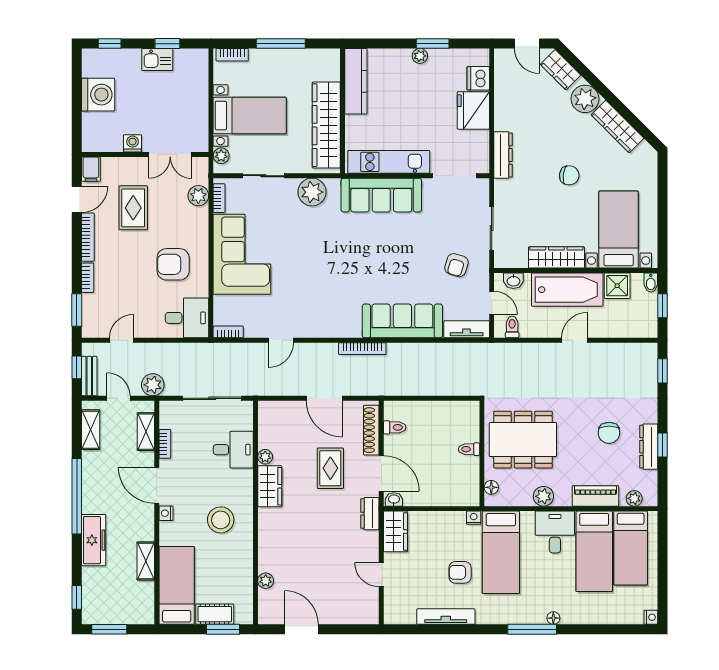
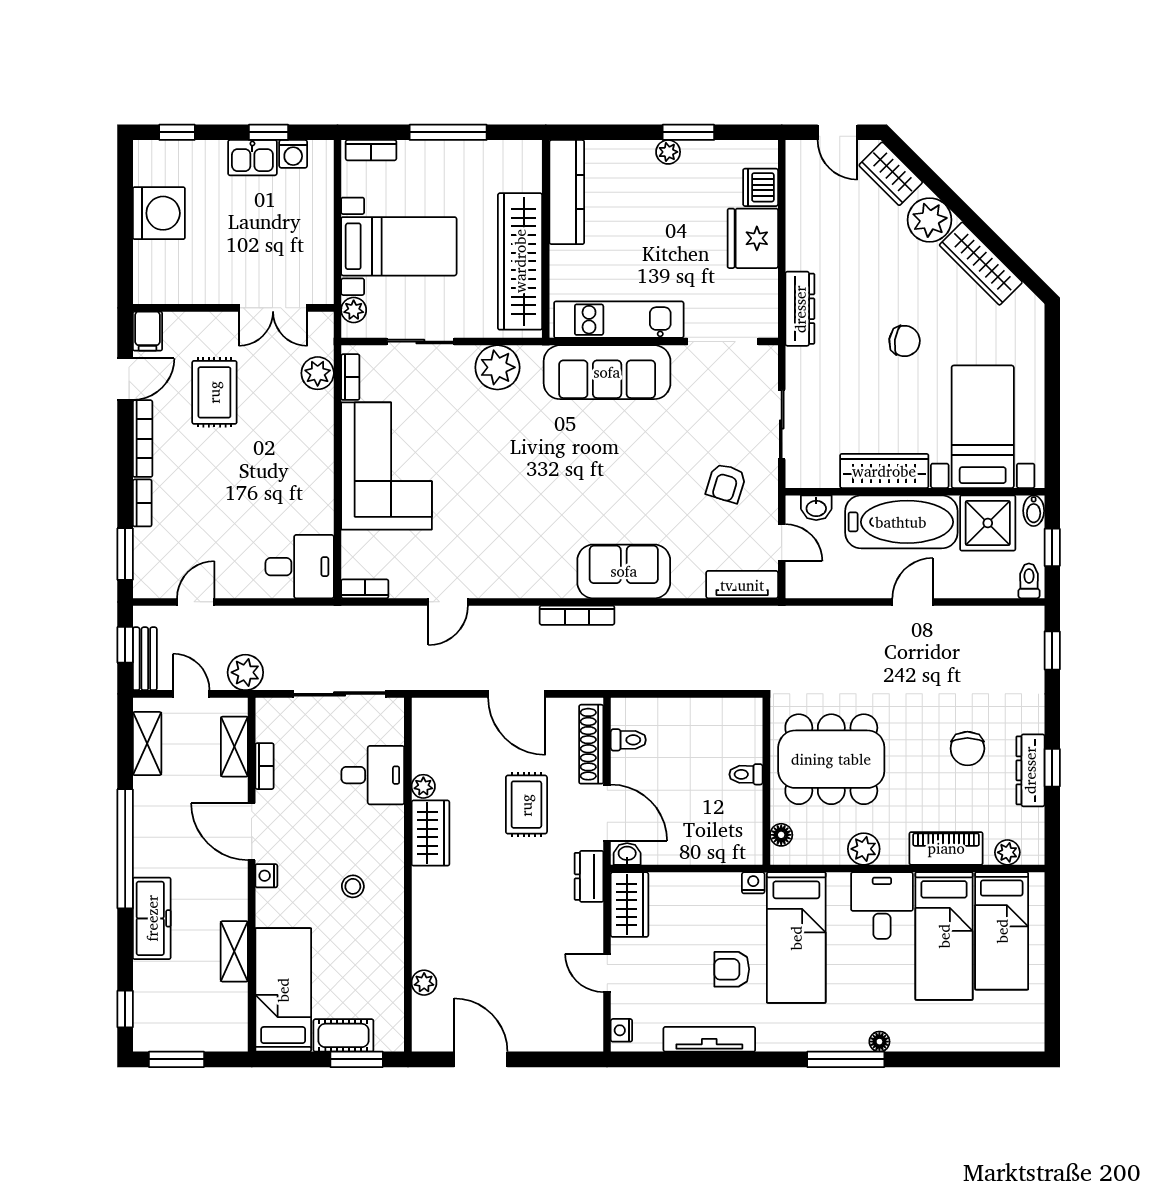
washing machine: (132, 143) -> (293, 154), moved, turned 180
armchair: (173, 264) -> (278, 482), removed
shower: (617, 286) -> (988, 523), width x1.36, depth x1.36
sofa: (402, 321) -> (624, 571), width x0.73
toilet: (512, 327) -> (1029, 581), moved
stool: (221, 520) -> (353, 886), width x0.53, depth x0.53
nightstand: (651, 617) -> (621, 1030), moved, turned 180

